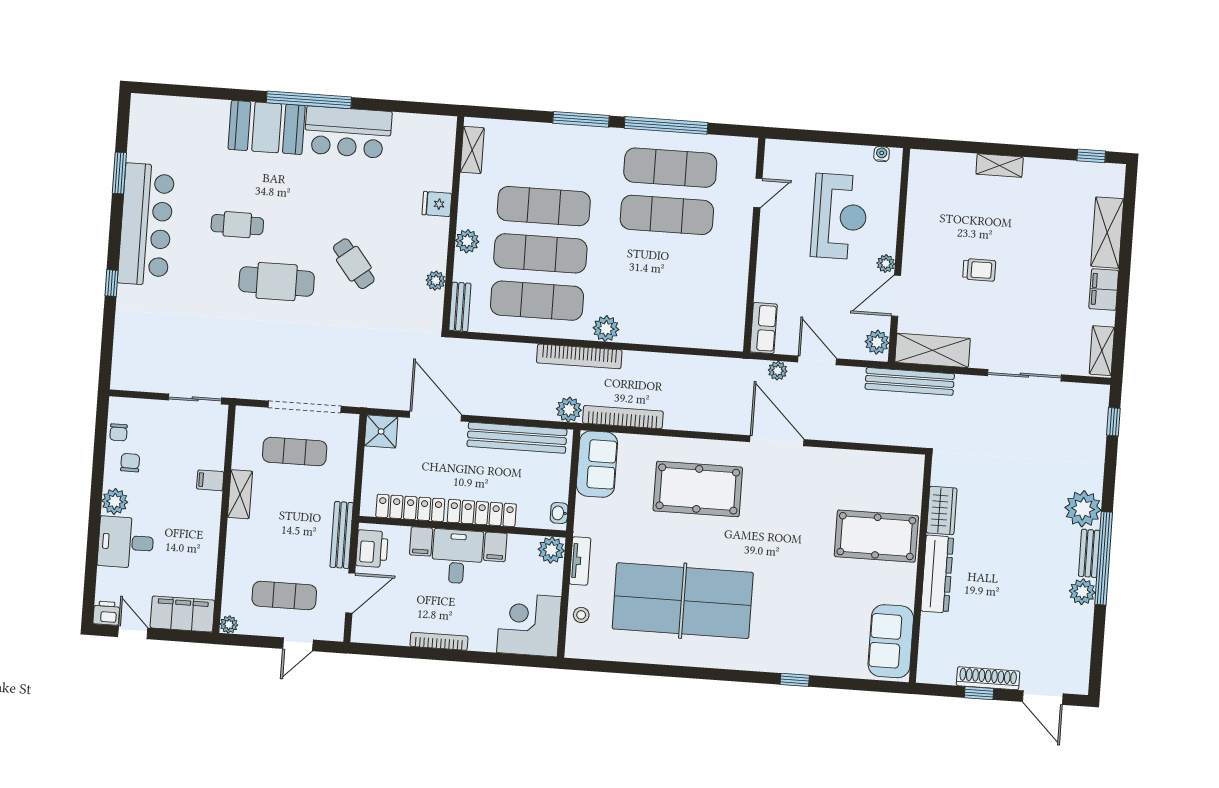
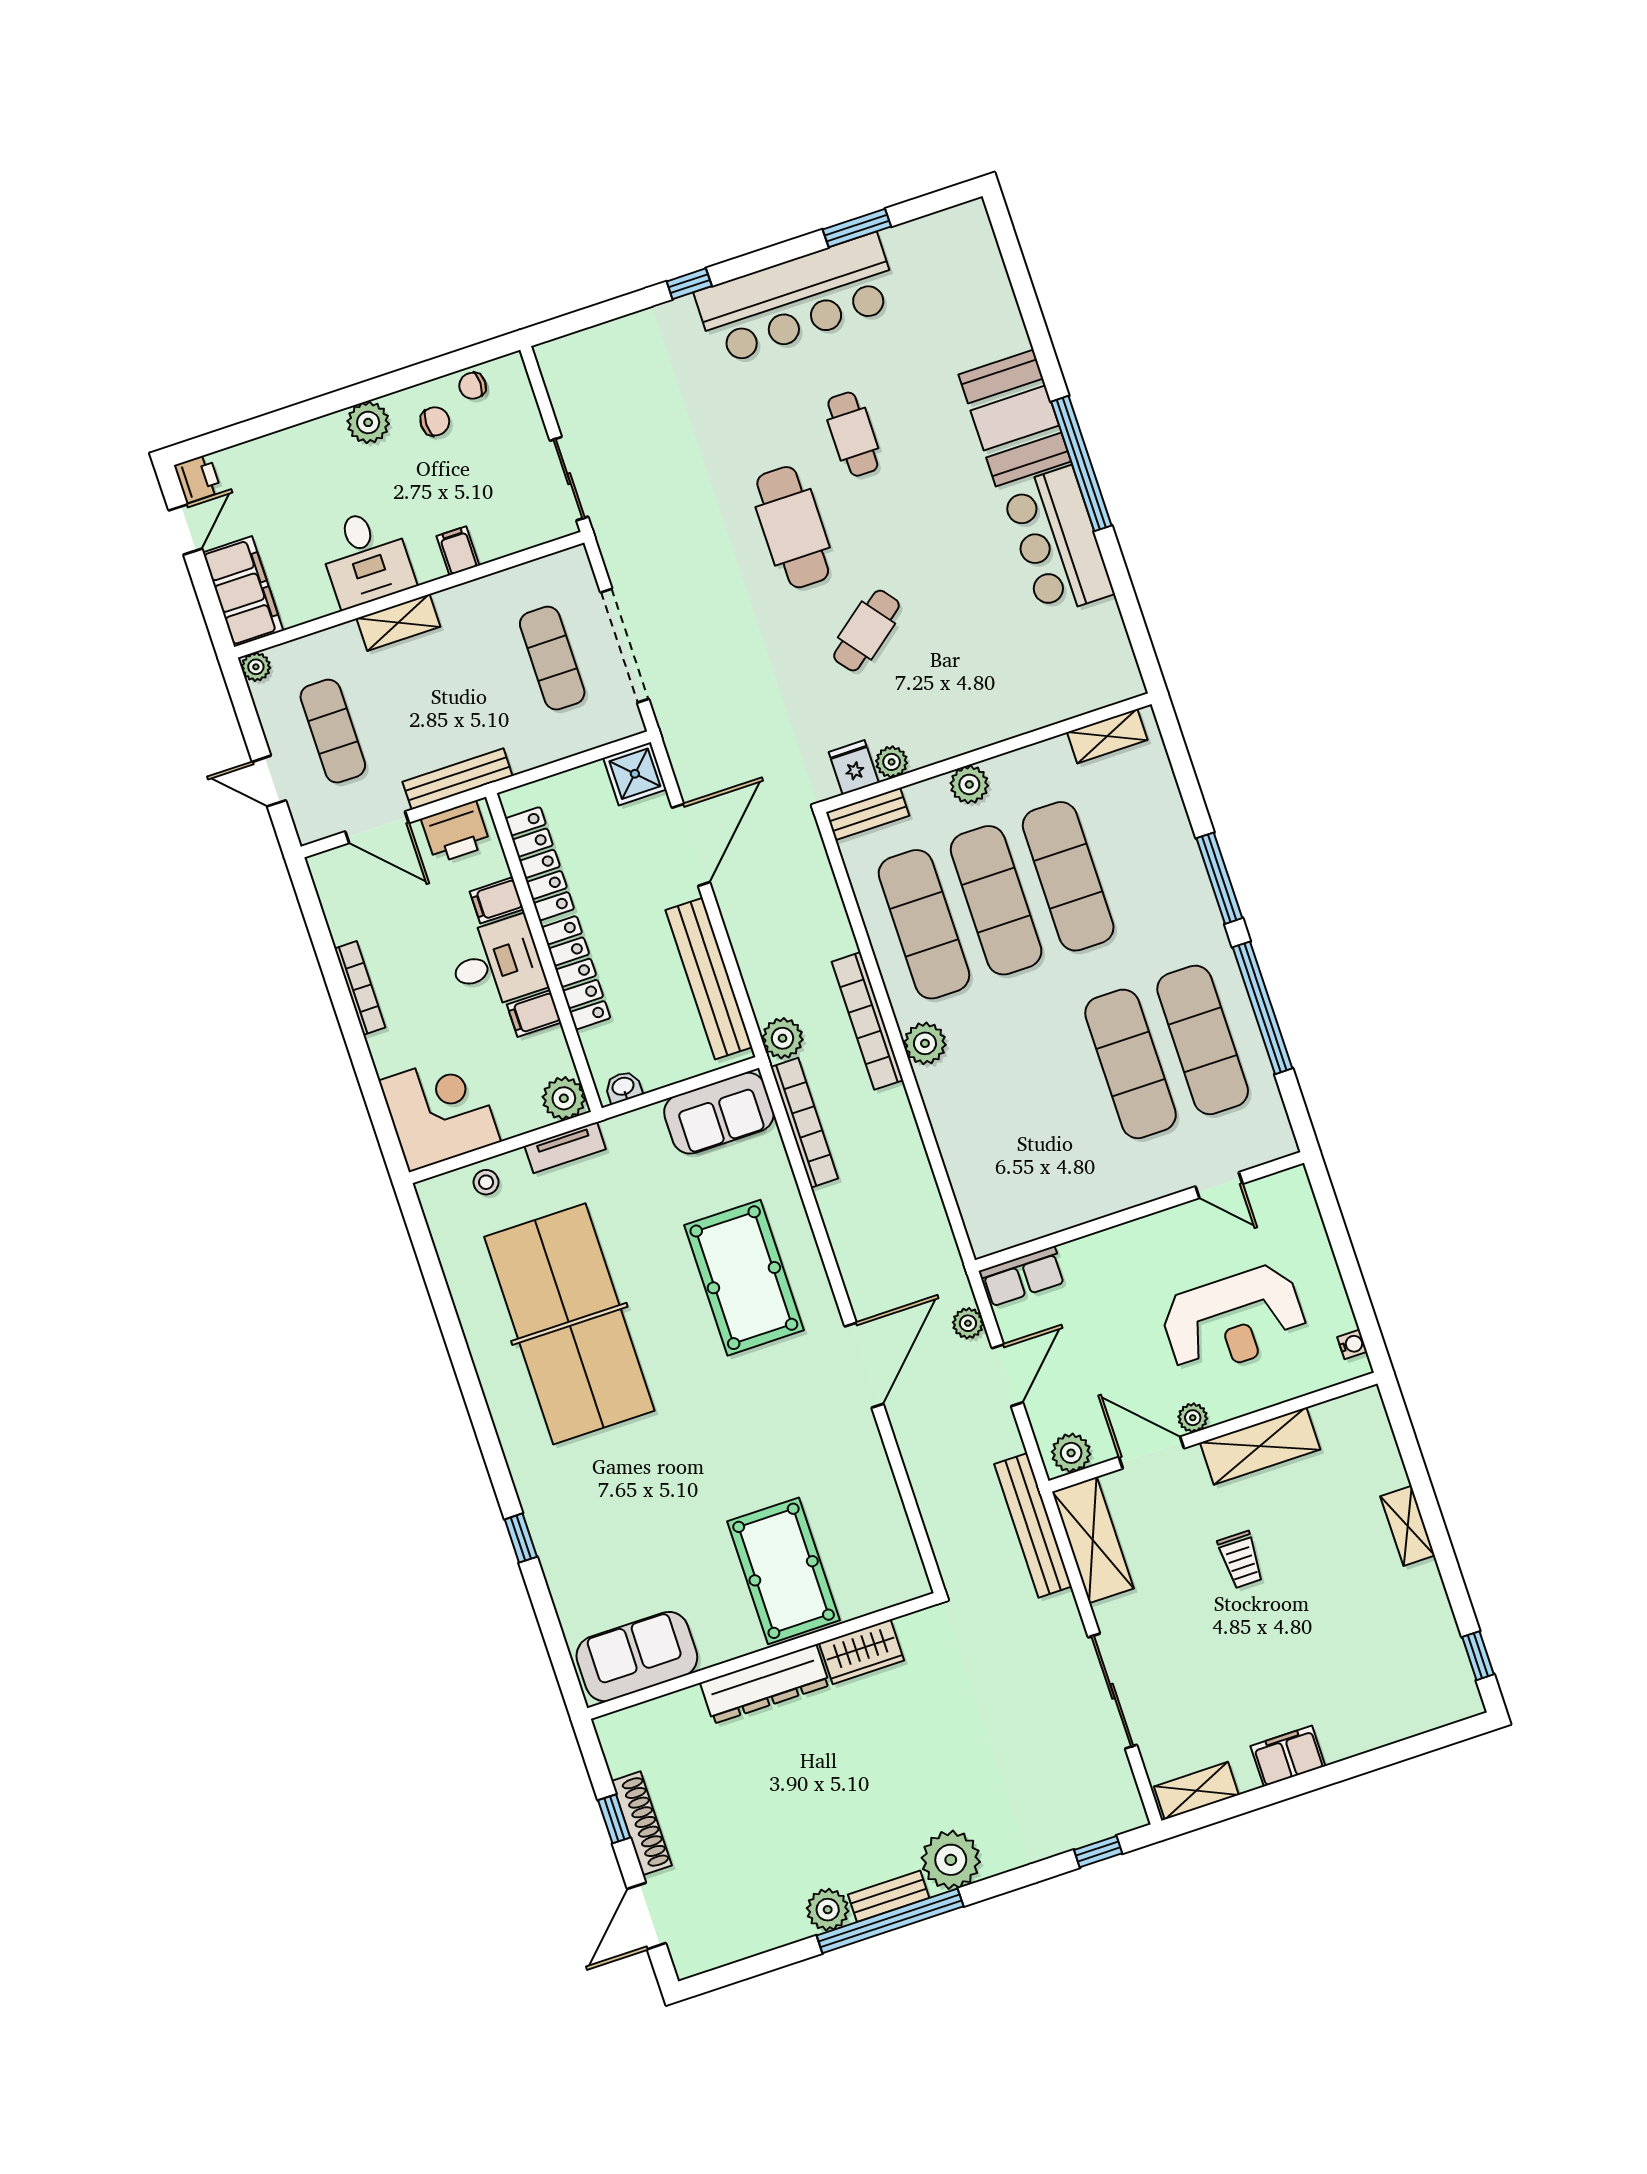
fridge: (437, 204) -> (854, 767), moved
shelving: (1107, 233) -> (1260, 1446), moved
shelving: (240, 494) -> (398, 622), moved
desk: (126, 542) -> (366, 558), moved, turned 180

